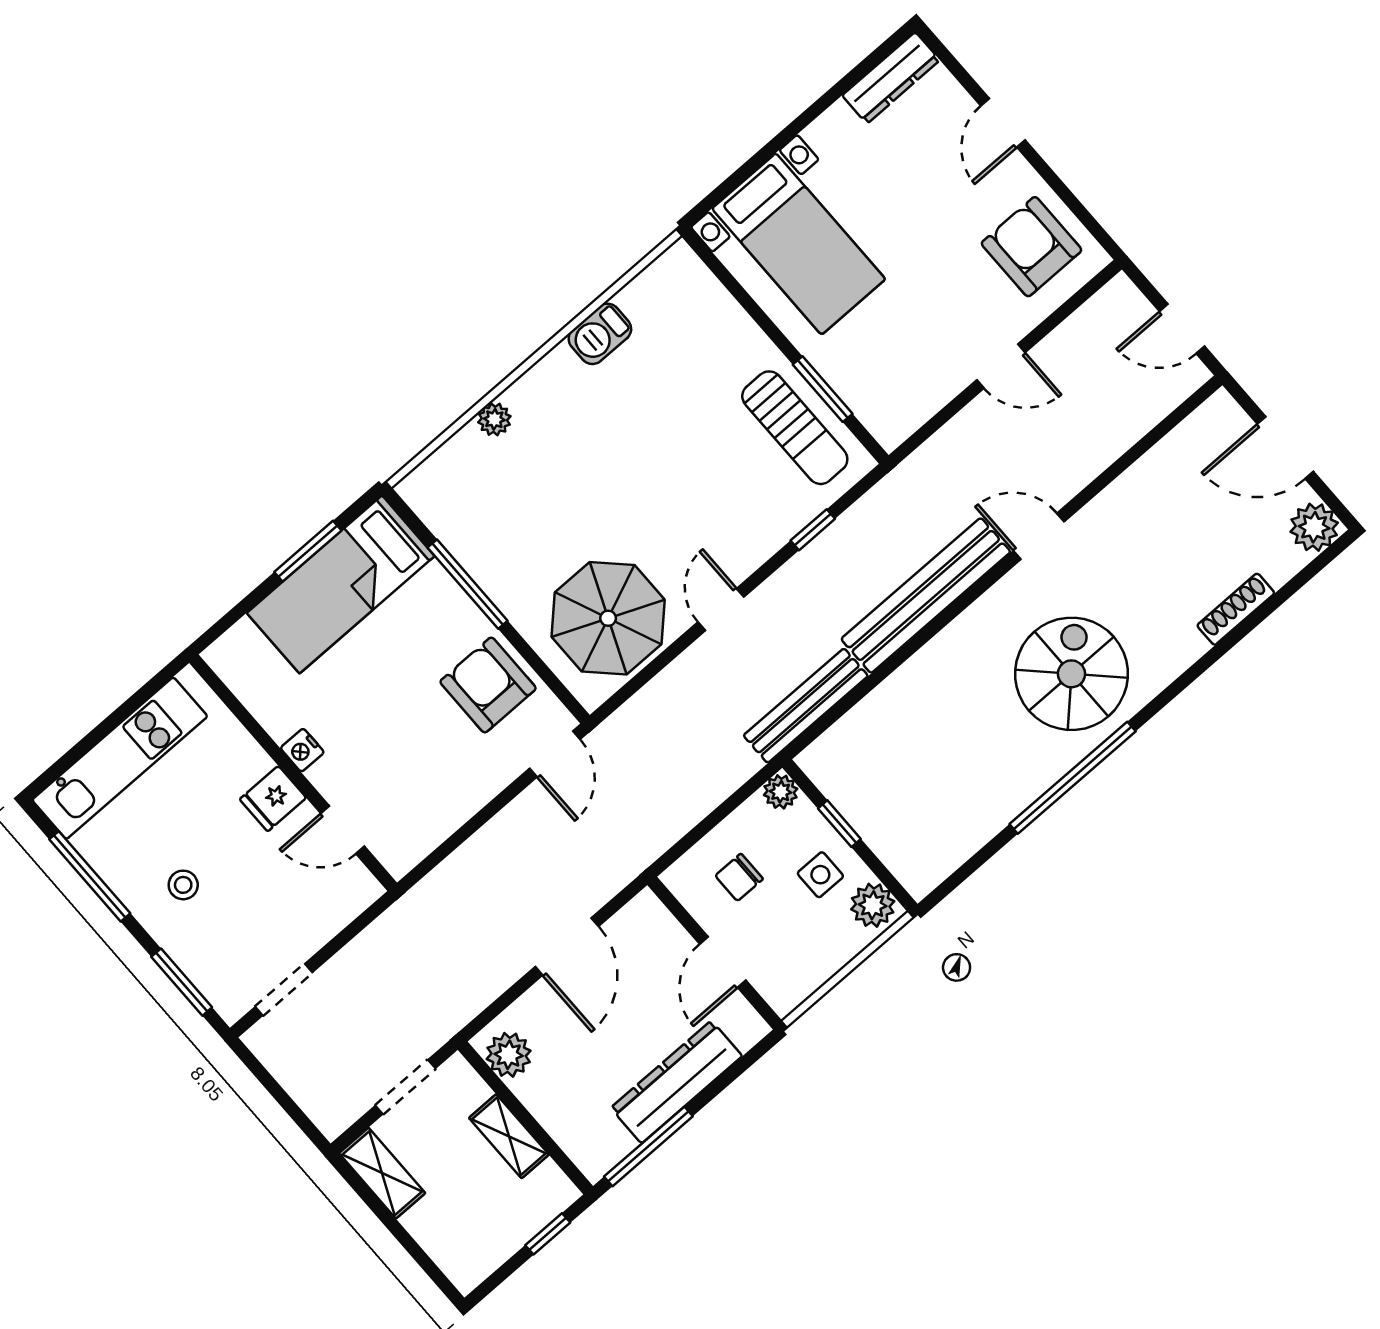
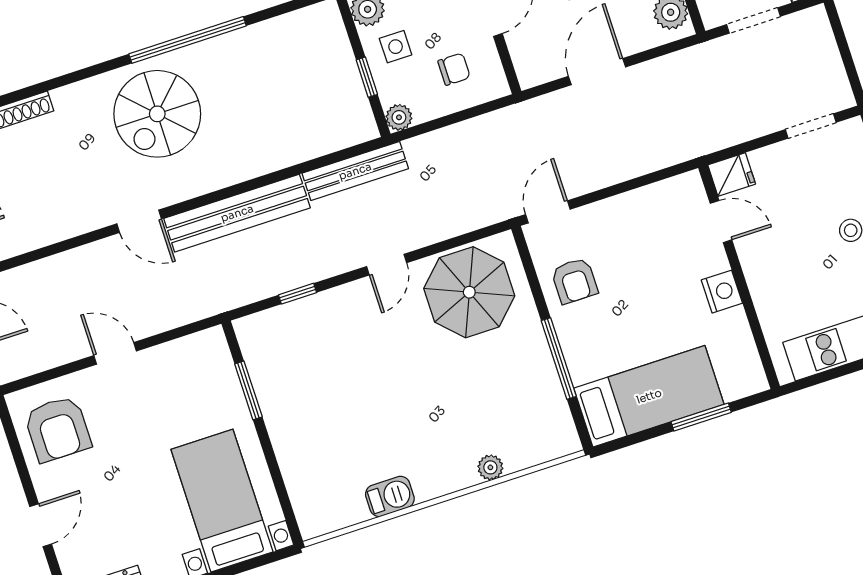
sun lounger: (795, 428) -> (280, 371), removed
window: (308, 551) -> (701, 417), moved
armchair: (488, 685) -> (574, 281), width x0.72, depth x0.72
nightstand: (302, 750) -> (722, 292), width x1.39, depth x1.35
fridge: (273, 799) -> (732, 174), moved

